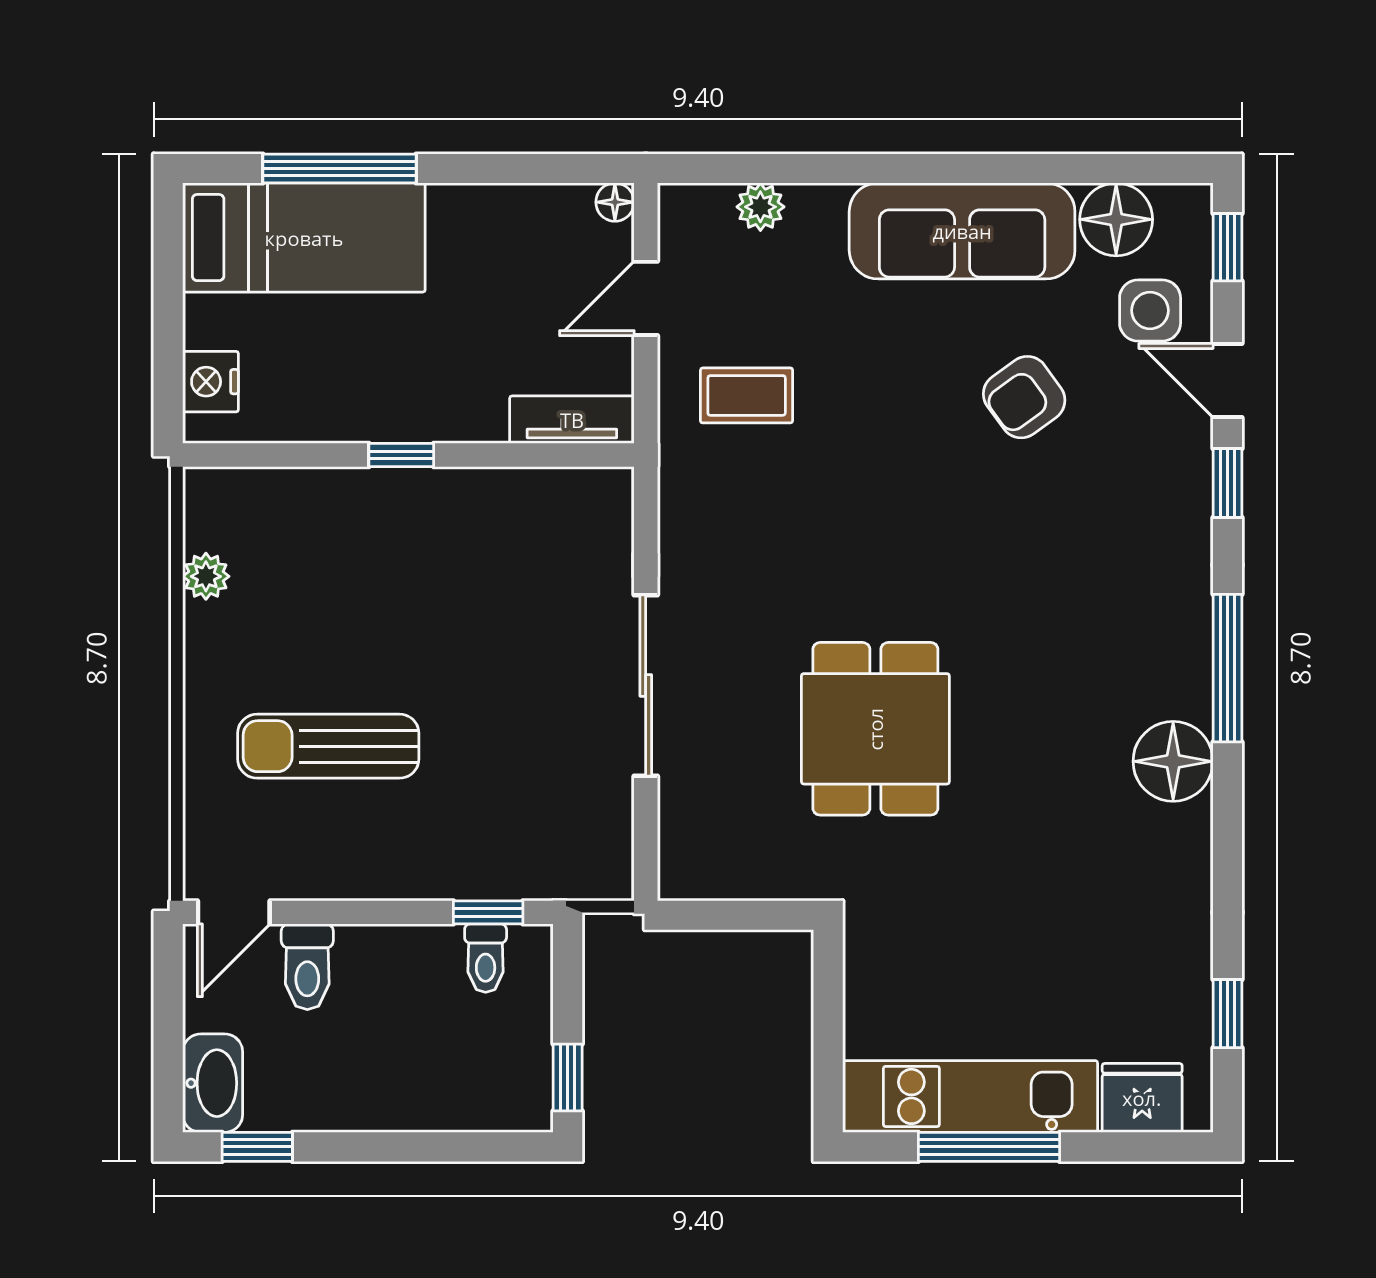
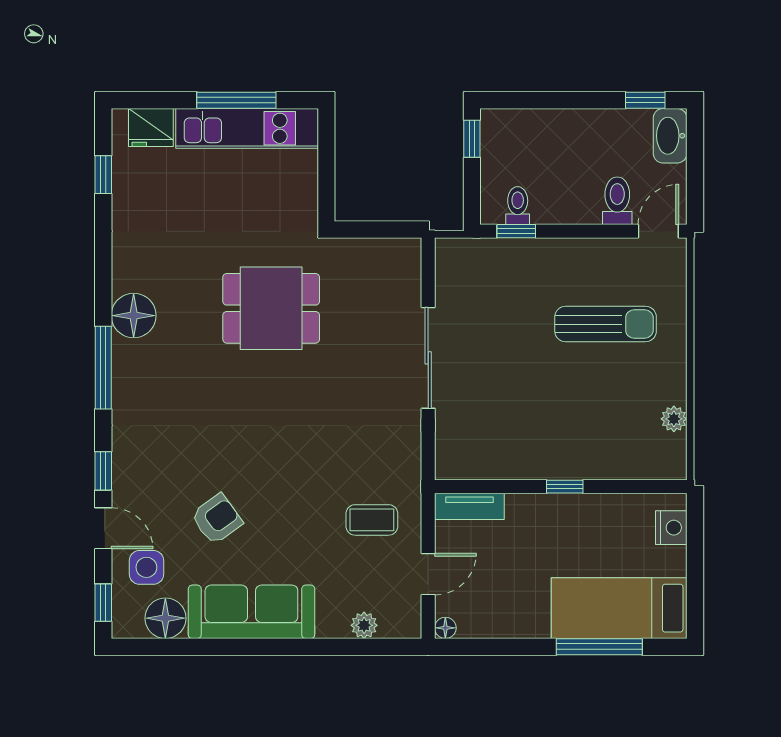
dining table: (875, 729) -> (271, 308), moved, turned 90

